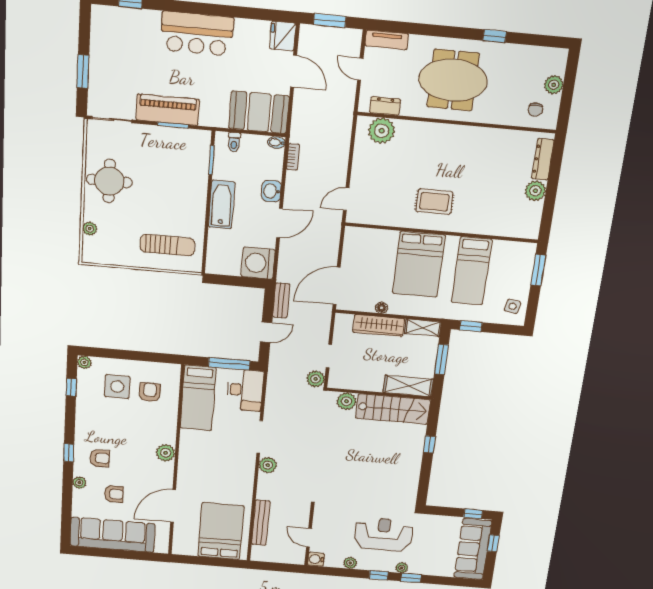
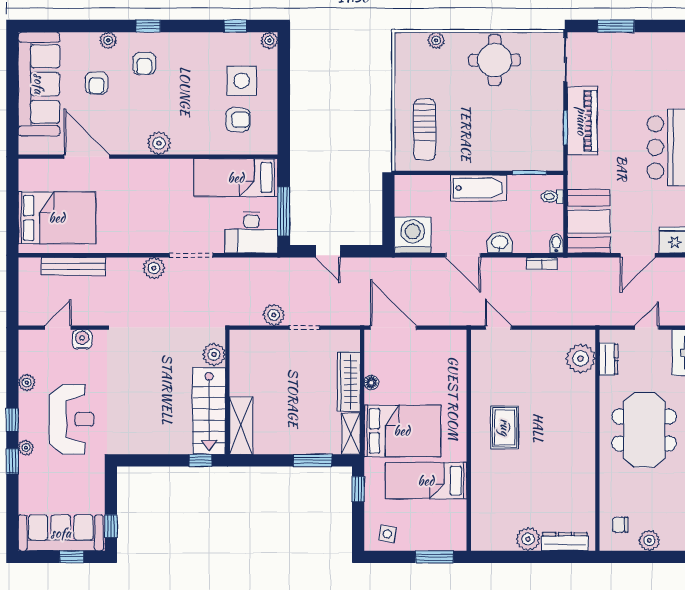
bed: (419, 264) -> (402, 431), moved, turned 180
bench: (281, 301) -> (369, 265), removed
shelving: (408, 386) -> (241, 426), moved
wall: (379, 394) -> (227, 392), moved
plant: (346, 401) -> (214, 354), moved
stairs: (393, 409) -> (209, 411), moved
water cooler: (316, 559) -> (82, 339), moved

